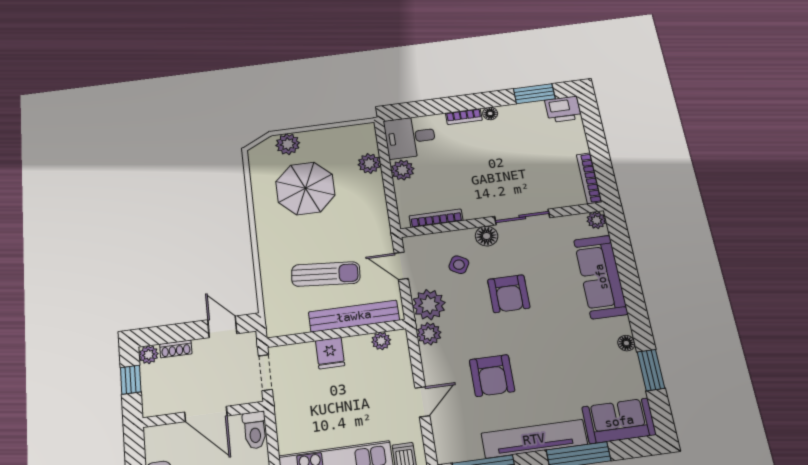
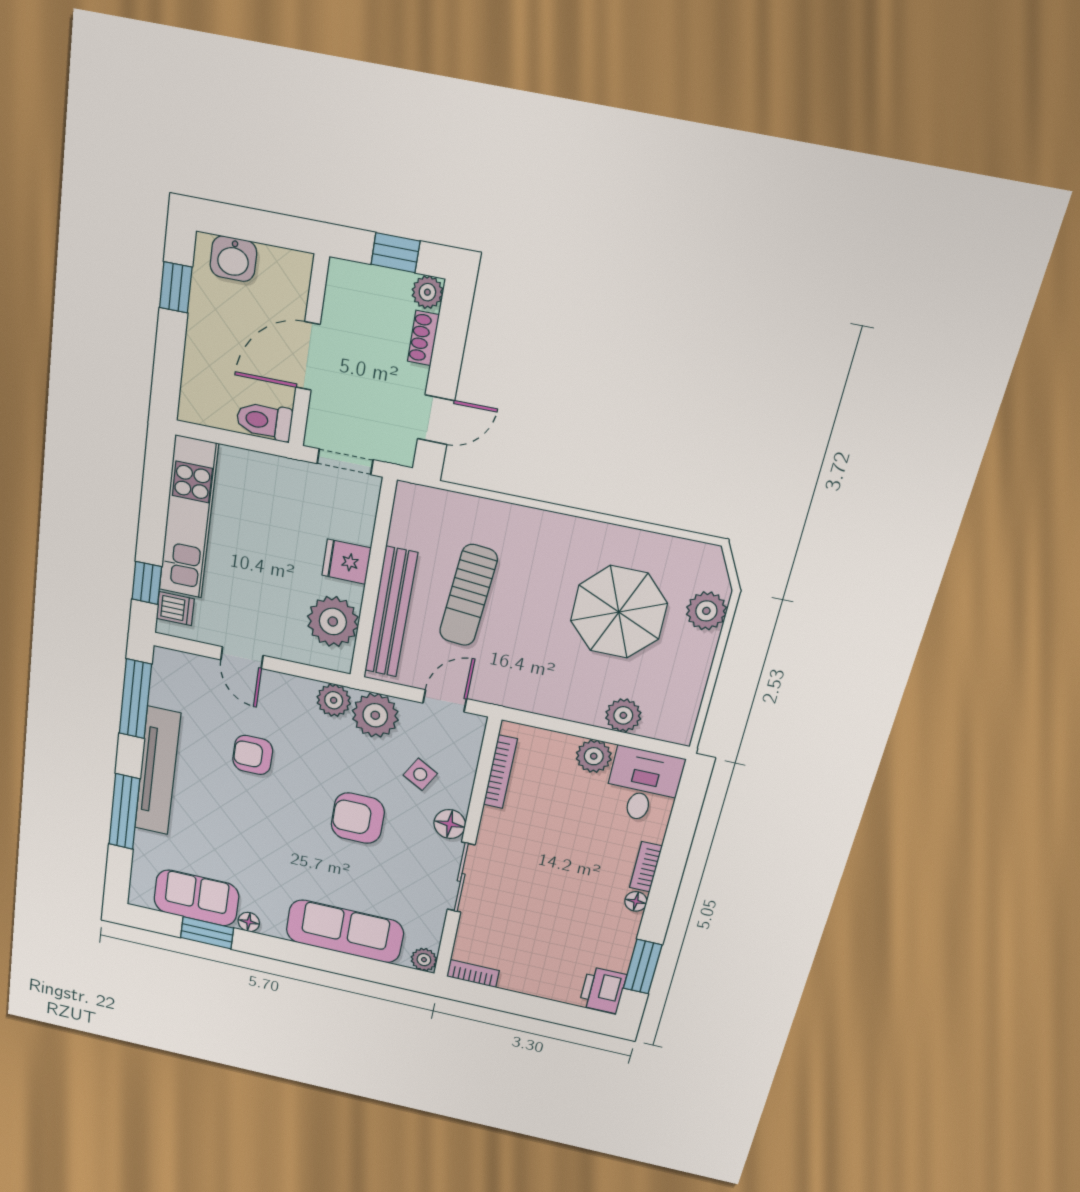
bookcase: (589, 178) -> (473, 974), width x0.64
plant: (381, 341) -> (333, 621), width x1.88, depth x1.88
armchair: (492, 376) -> (253, 755), width x0.72, depth x0.72
sofa: (619, 421) -> (196, 898), moved, turned -90

